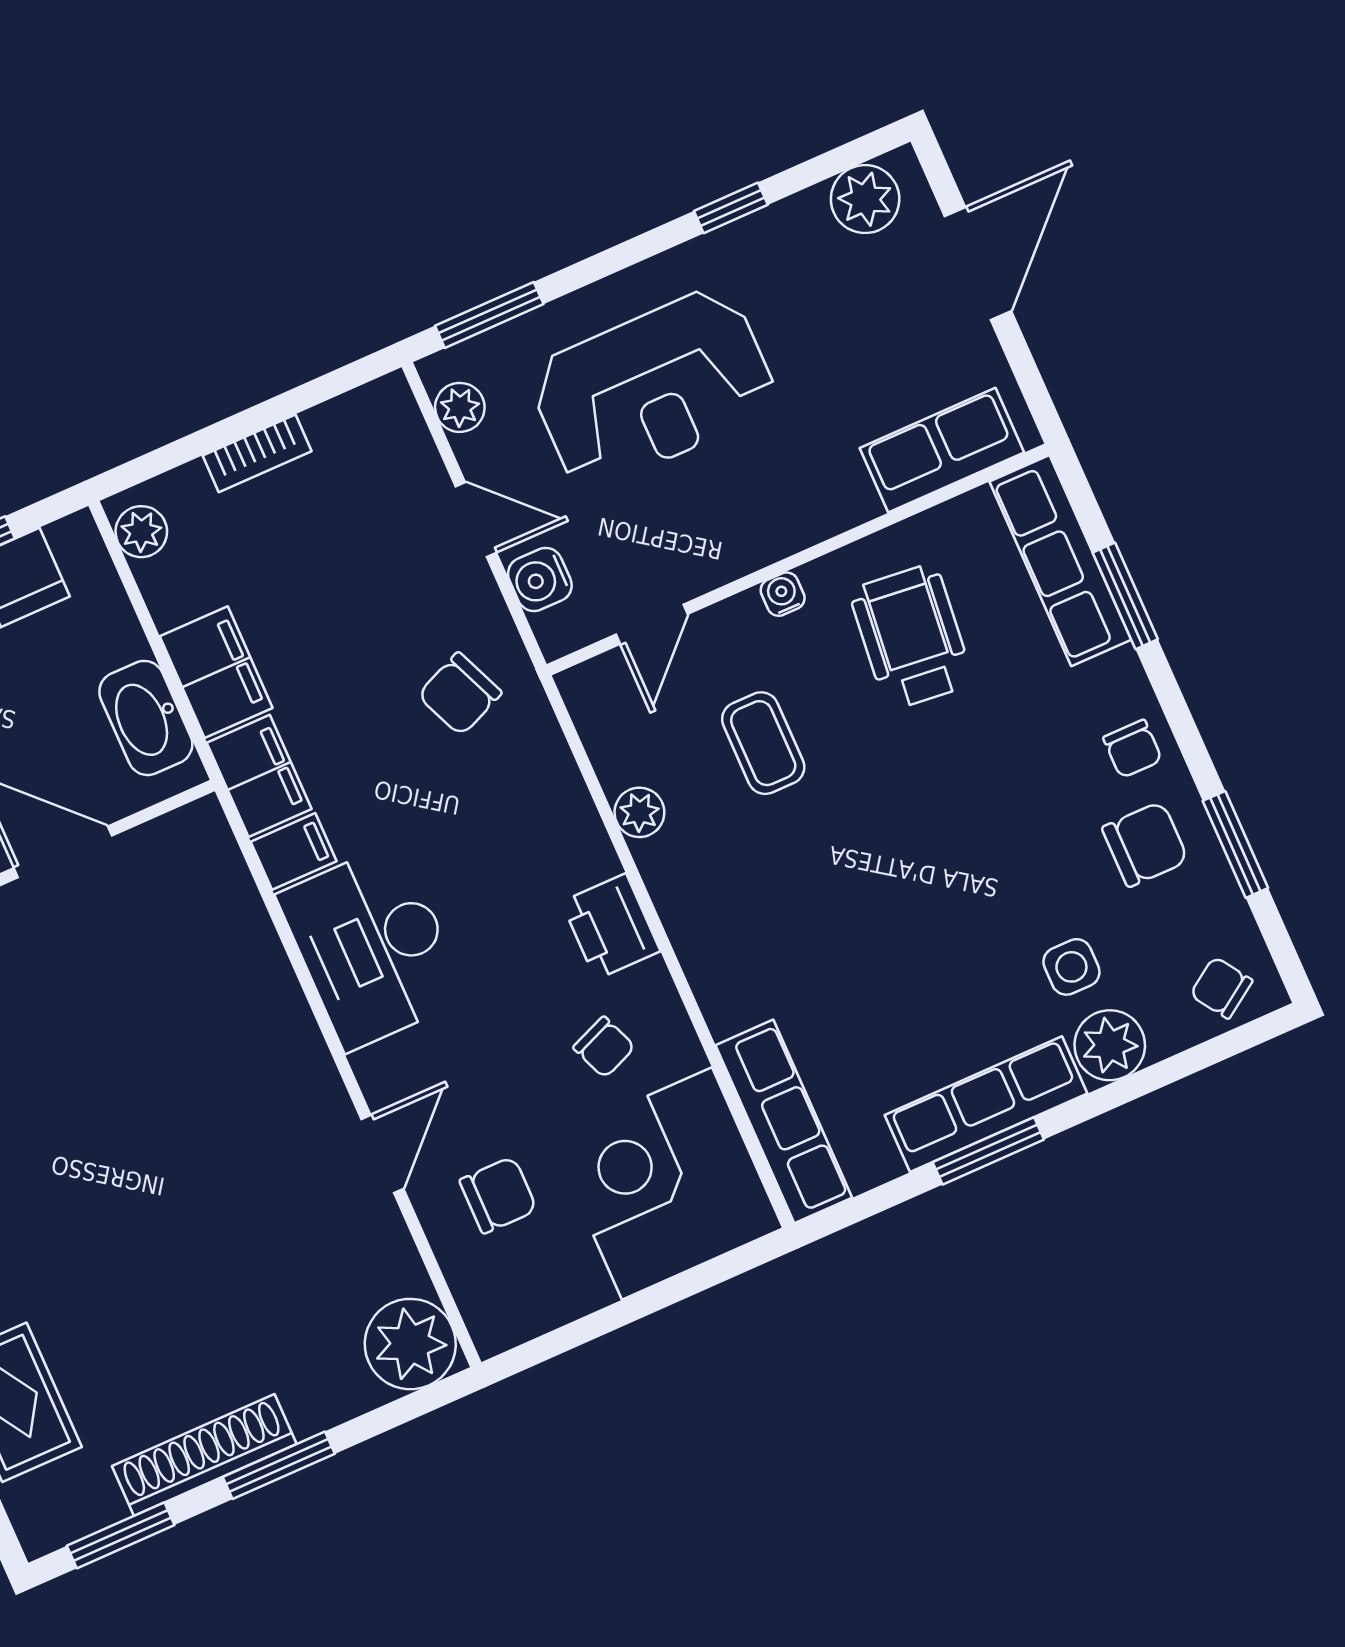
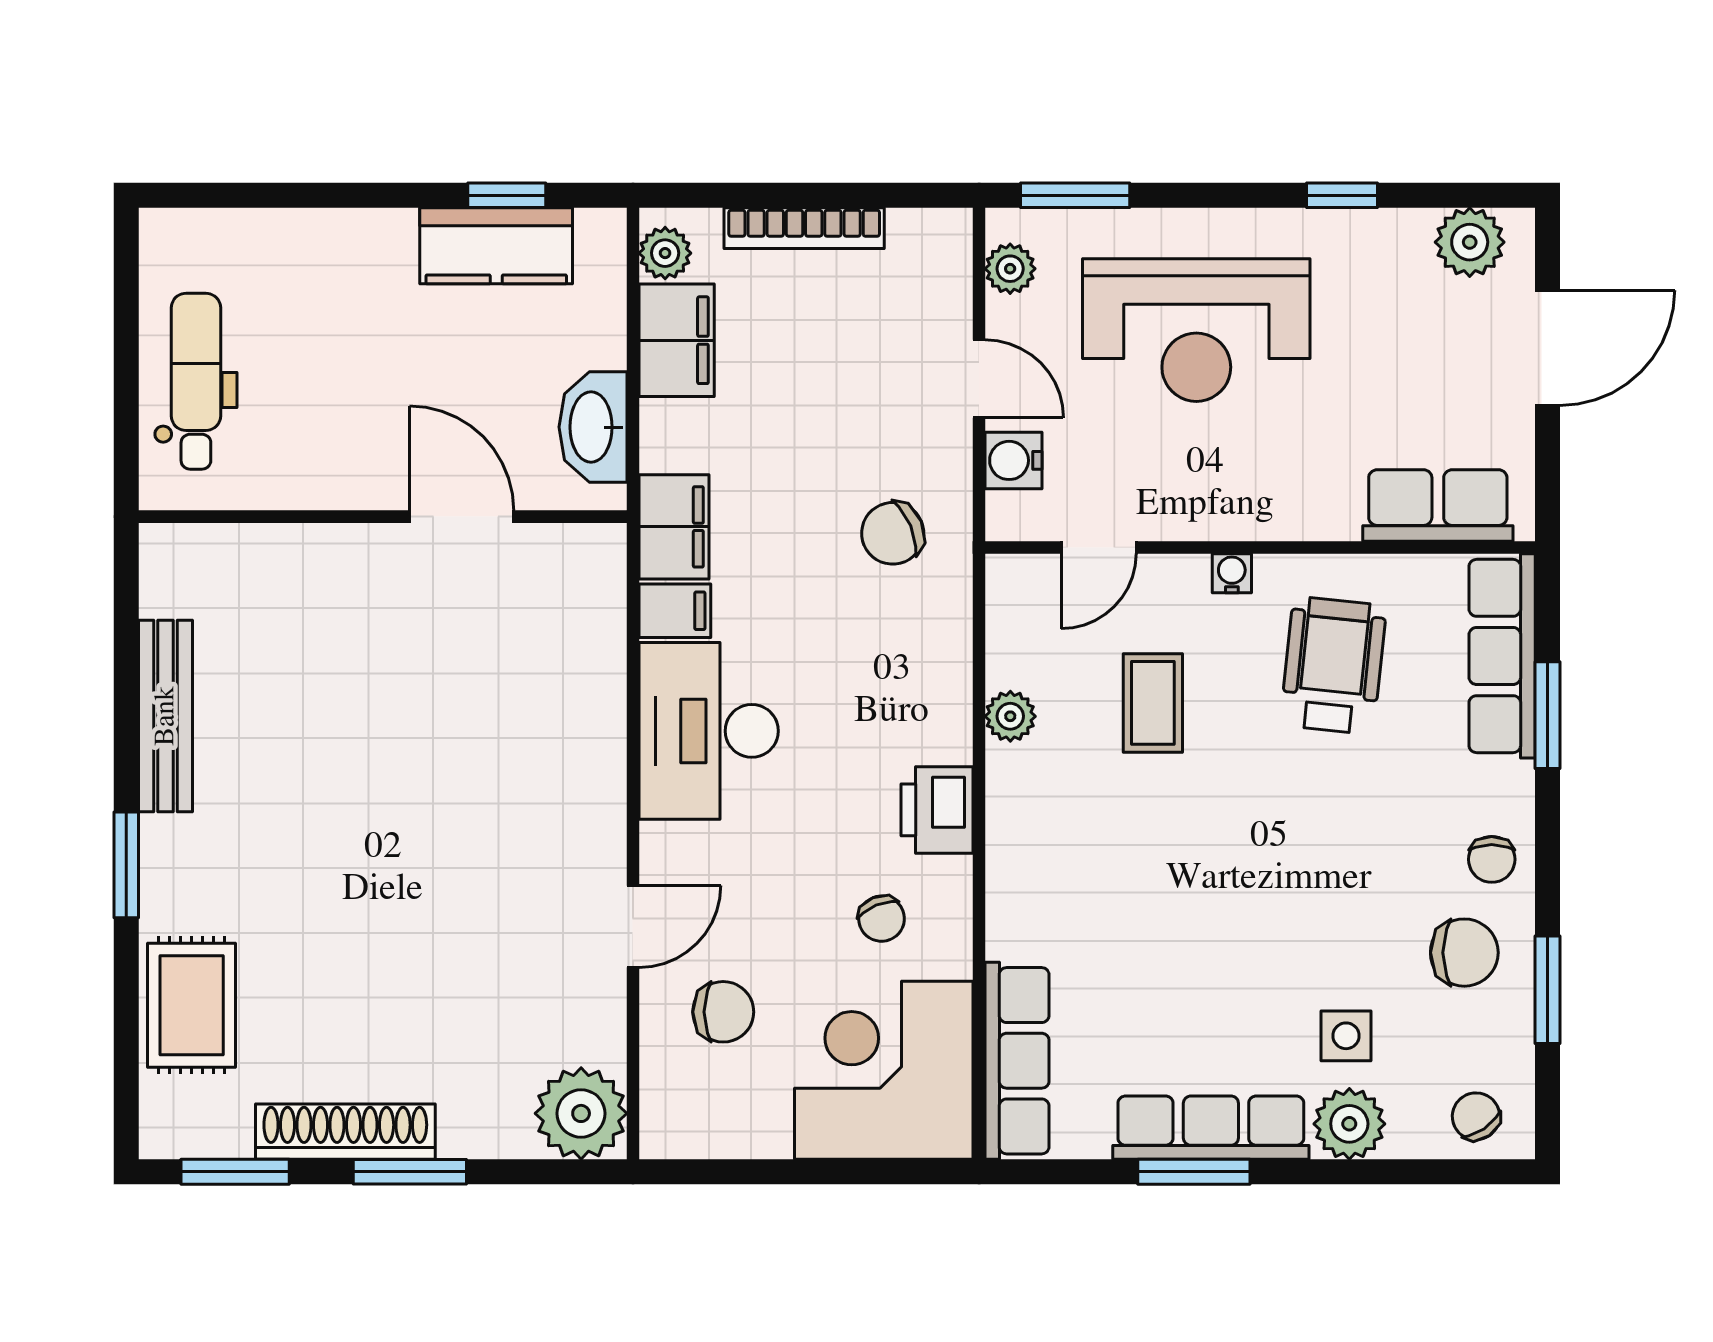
bookcase: (257, 453) -> (804, 228), width x1.56
filing cabinet: (216, 672) -> (677, 340), moved

